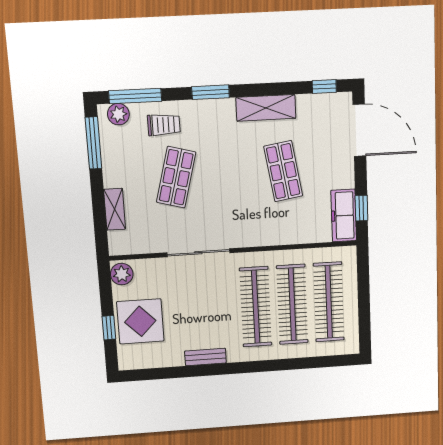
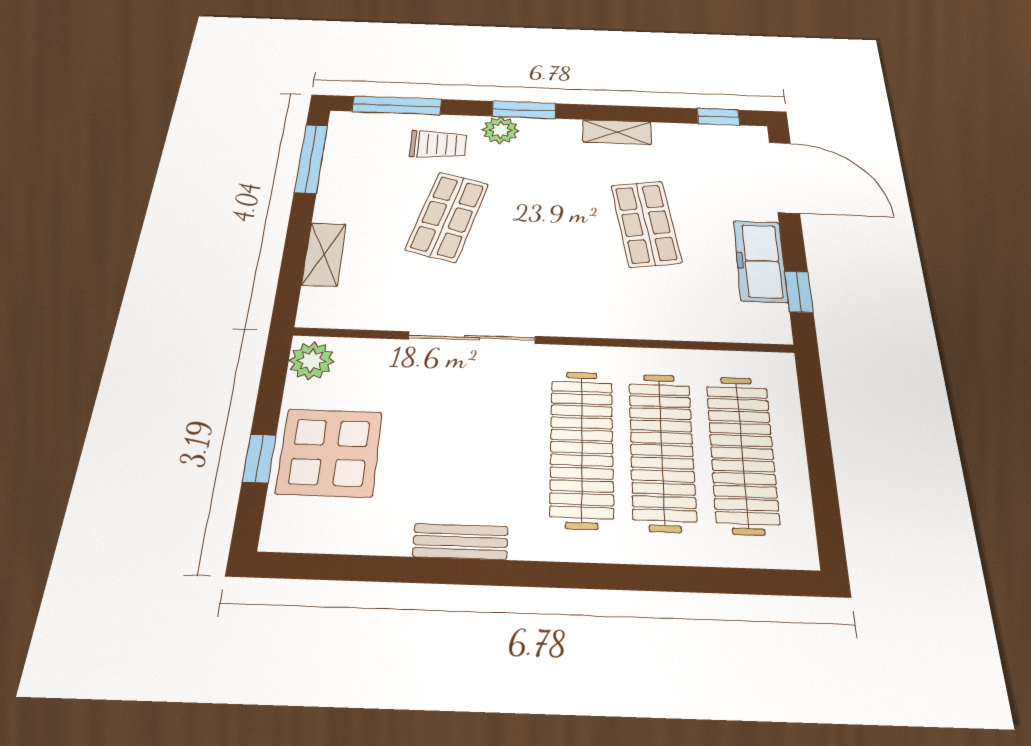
shelving: (266, 108) -> (617, 132), width x0.67, depth x0.75
plant: (118, 114) -> (501, 130), moved
freezer: (344, 216) -> (760, 261), moved

